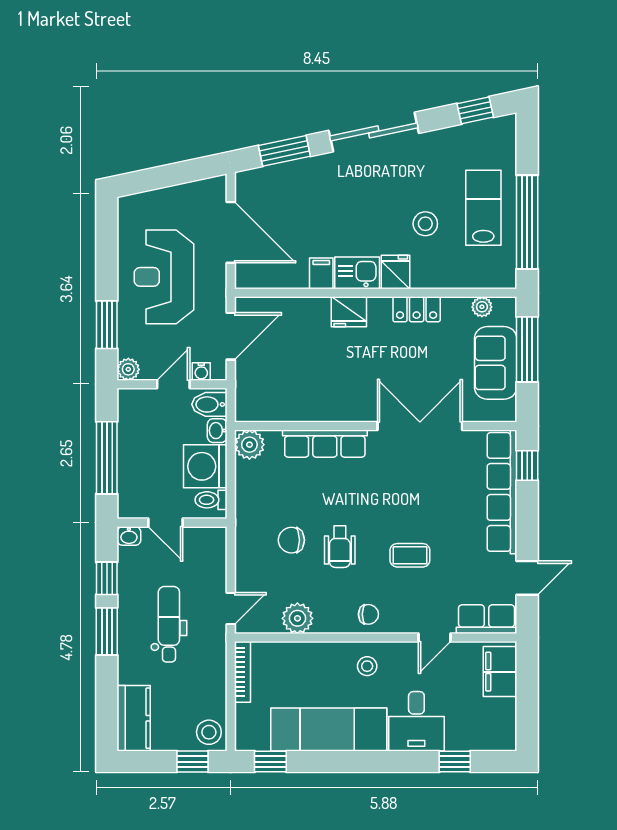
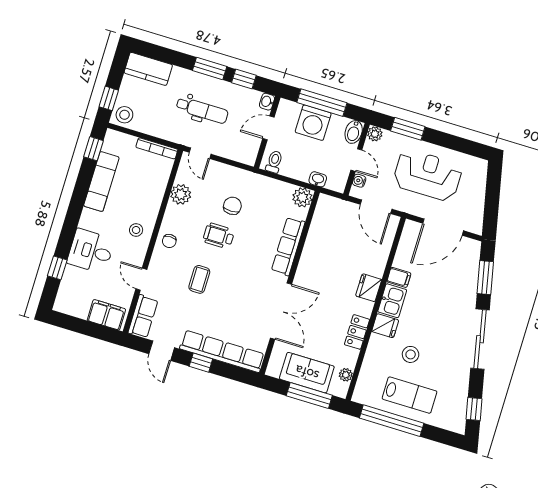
bidet: (209, 404) -> (354, 132), moved, turned 180
washing machine: (205, 466) -> (313, 123), moved, turned 180
window: (527, 466) -> (201, 363), moved
exam couch: (329, 729) -> (101, 181), width x0.73, depth x0.69

